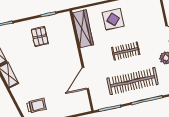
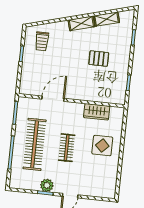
wardrobe: (83, 29) -> (97, 112), width x0.67
pallet: (40, 36) -> (99, 59), moved
door: (85, 78) -> (53, 99), hinge flipped

